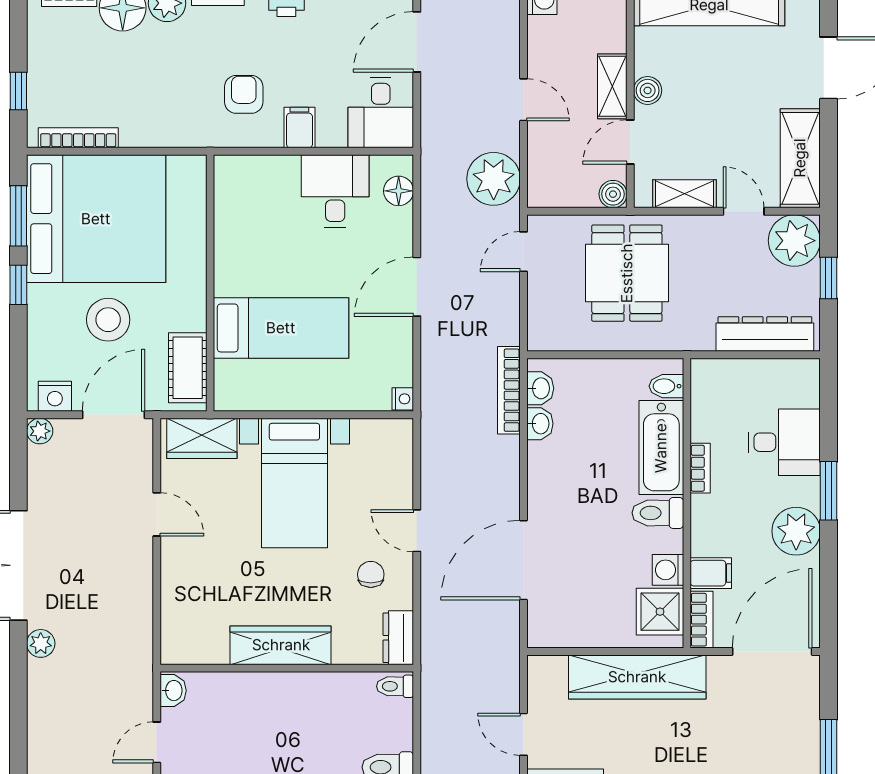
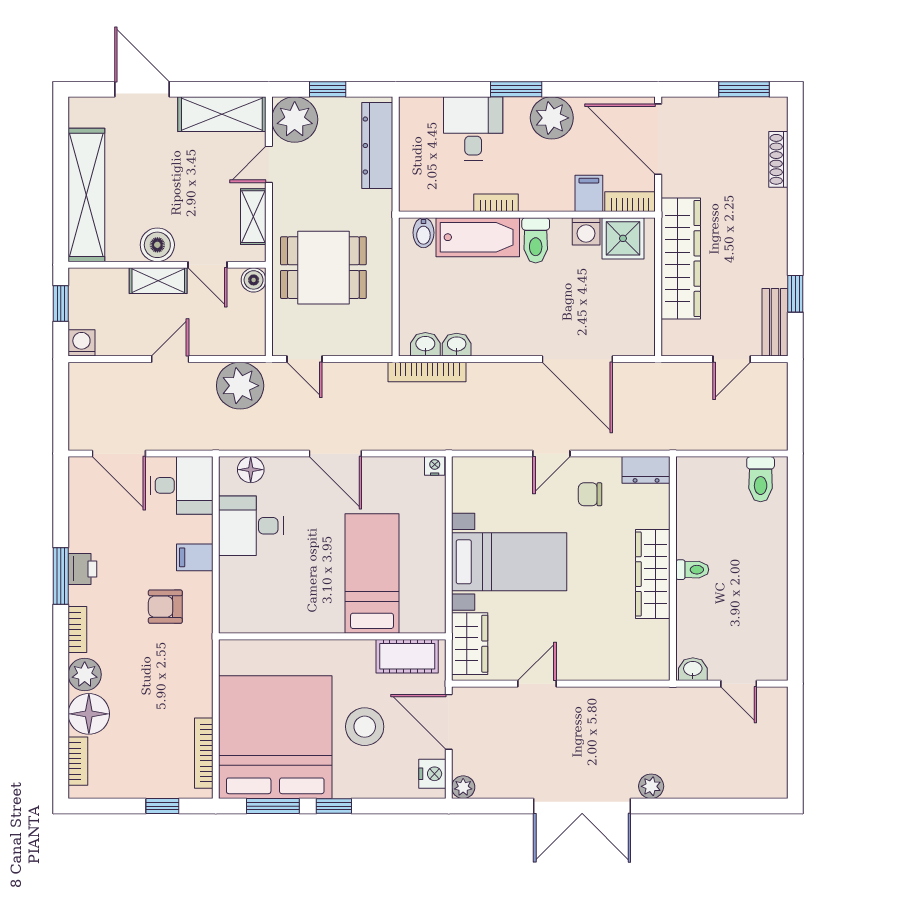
boiler: (648, 90) -> (157, 245), width x1.36, depth x1.36
toilet: (395, 686) -> (692, 570), moved, turned -90

